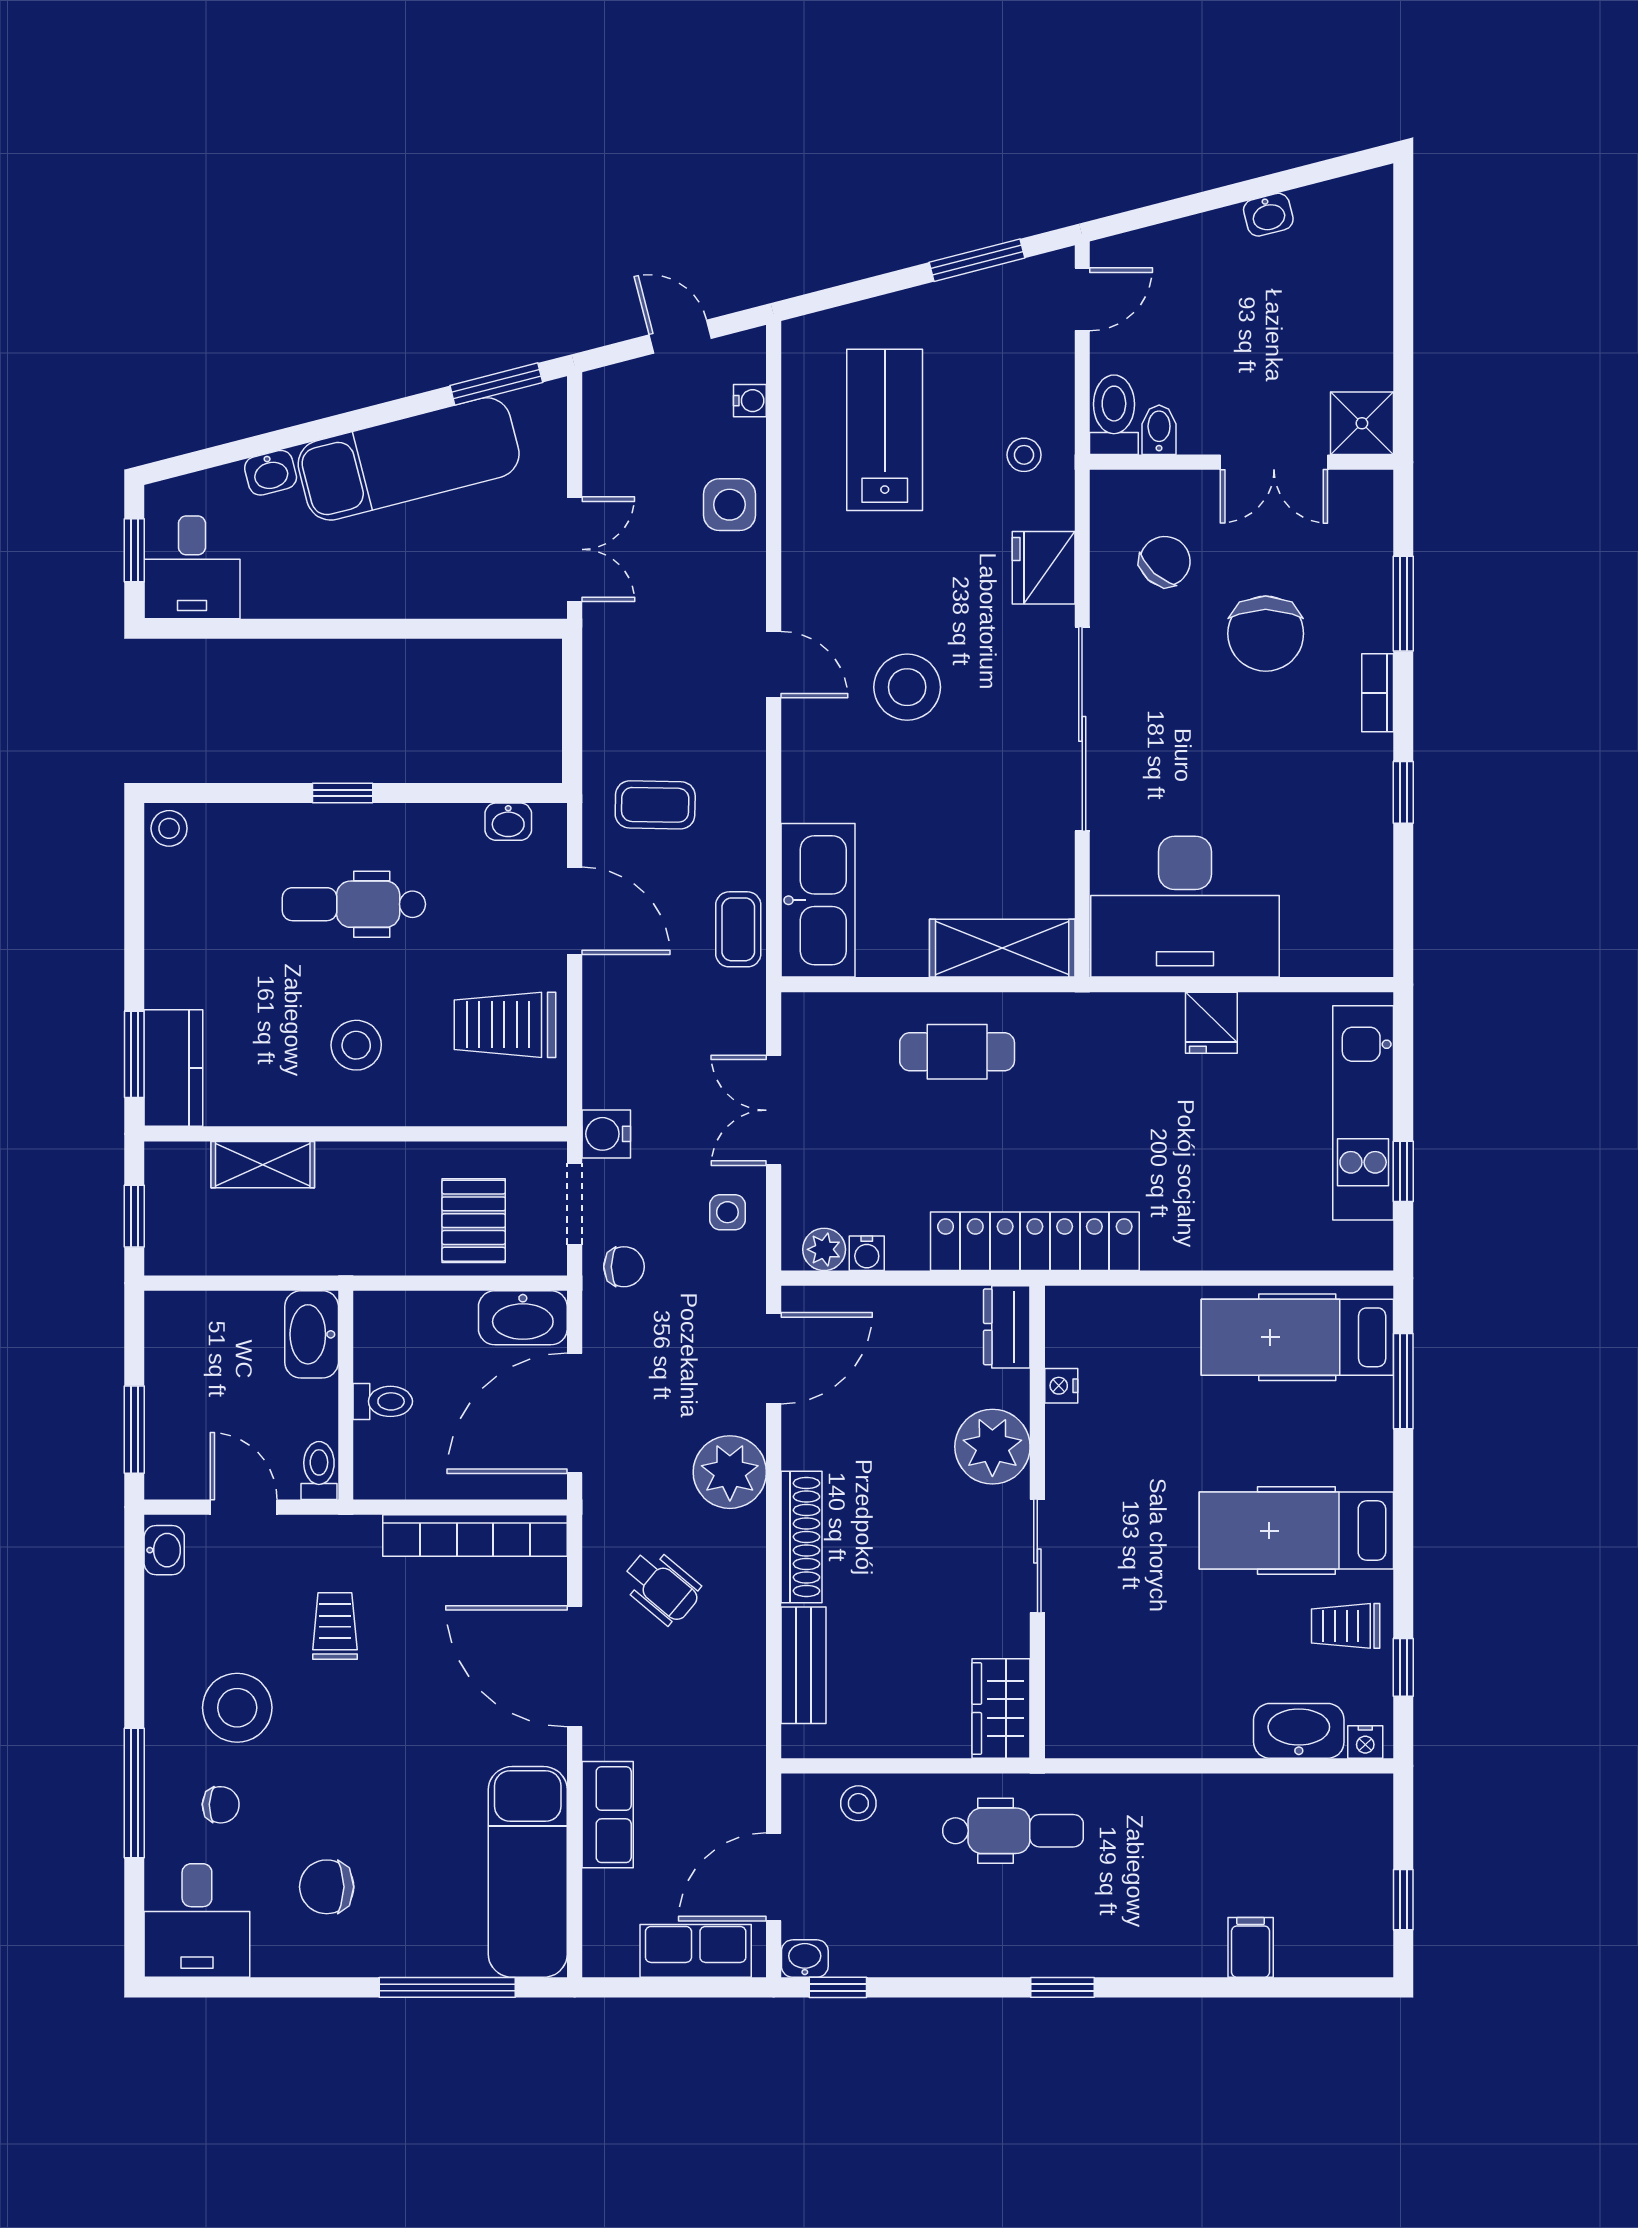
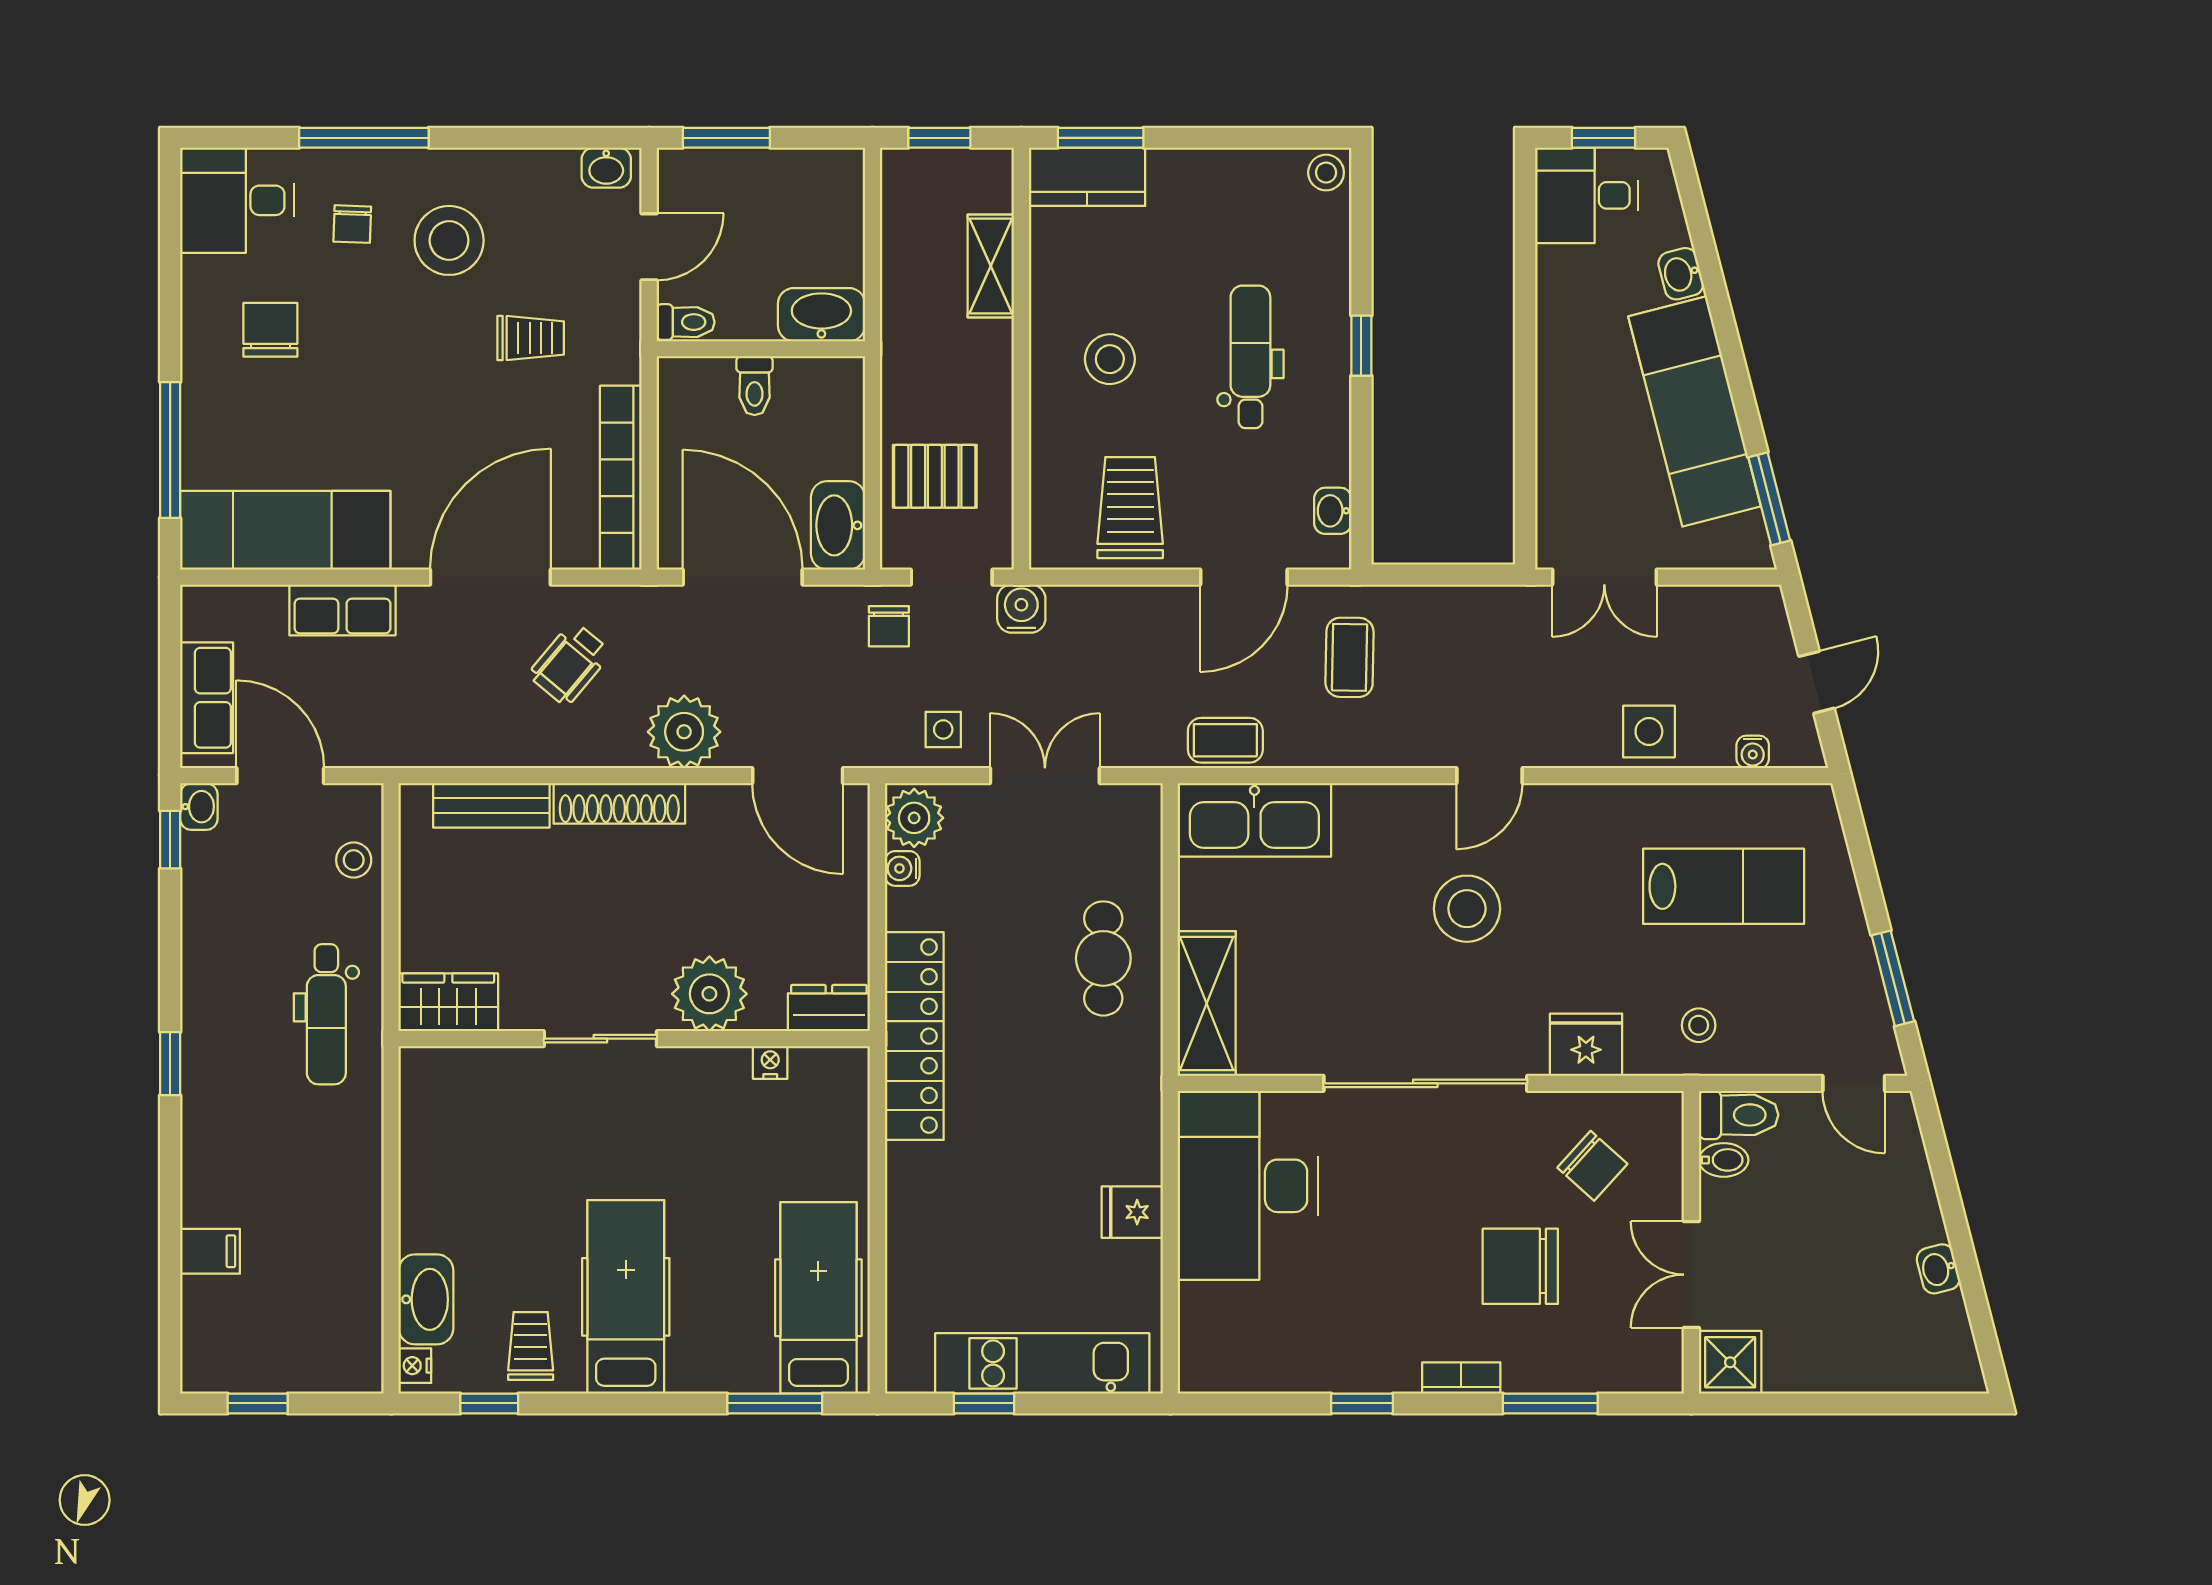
plant: (824, 1249) -> (914, 818), width x1.38, depth x1.38

